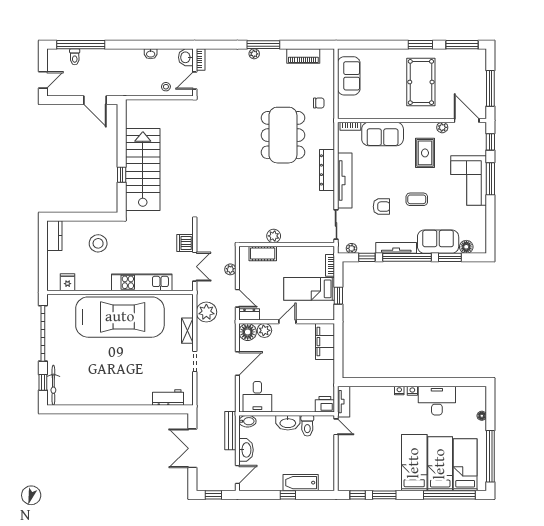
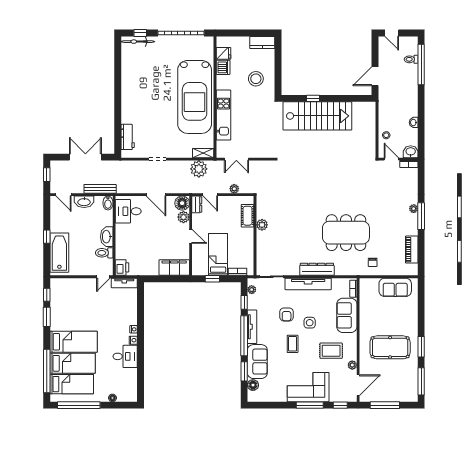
side table: (391, 179) -> (310, 323), added
dishwasher: (185, 243) -> (223, 67), moved, turned 90
door: (237, 298) -> (210, 195), hinge flipped
shelving: (187, 331) -> (203, 153), moved
desk: (437, 401) -> (125, 356), width x0.73
bathtub: (301, 483) -> (59, 253), width x1.36, depth x1.36

